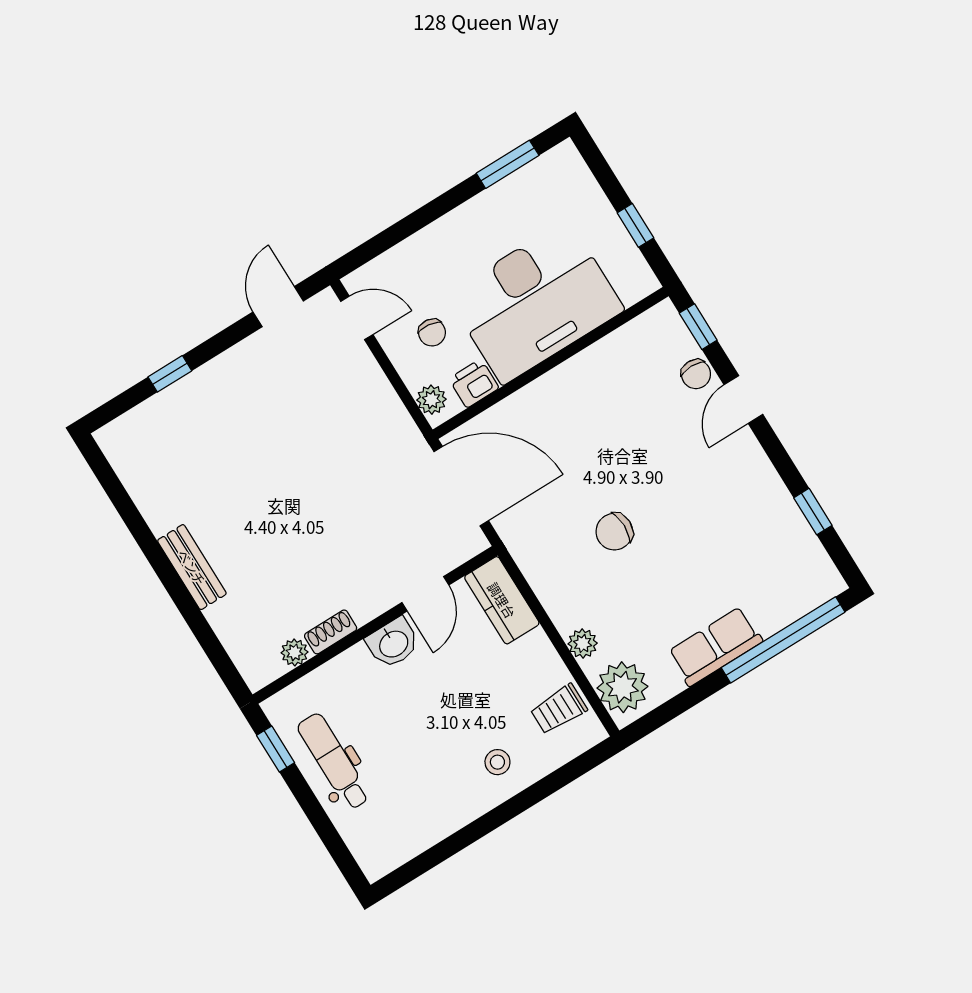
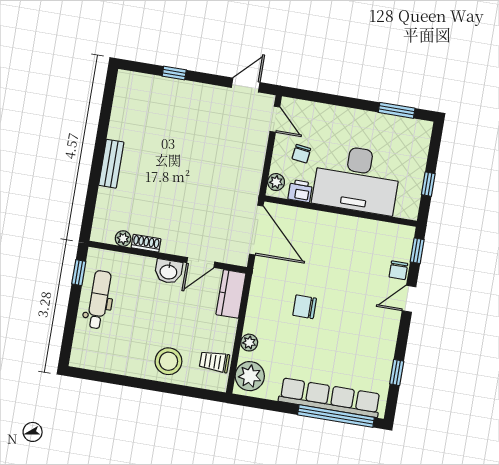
row of seats: (715, 646) -> (330, 398), width x2.02
stool: (497, 762) -> (168, 361), width x1.89, depth x1.89

